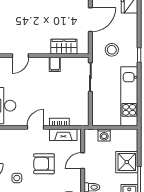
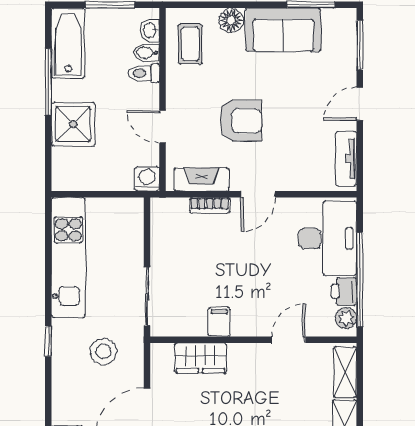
washing machine: (104, 135) -> (147, 179), moved
door: (83, 161) -> (162, 127), swing flipped
side table: (17, 178) -> (296, 92), removed

